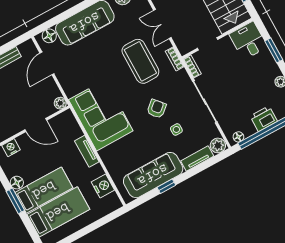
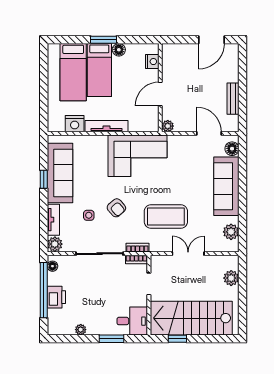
bookcase: (175, 59) -> (137, 248), moved
tv unit: (87, 151) -> (106, 126), width x1.41

